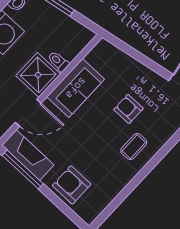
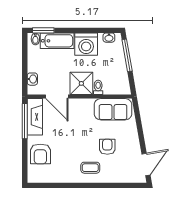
sofa: (76, 88) -> (113, 109), moved
armchair: (72, 185) -> (40, 154), turned 180

